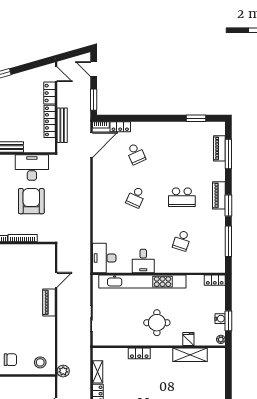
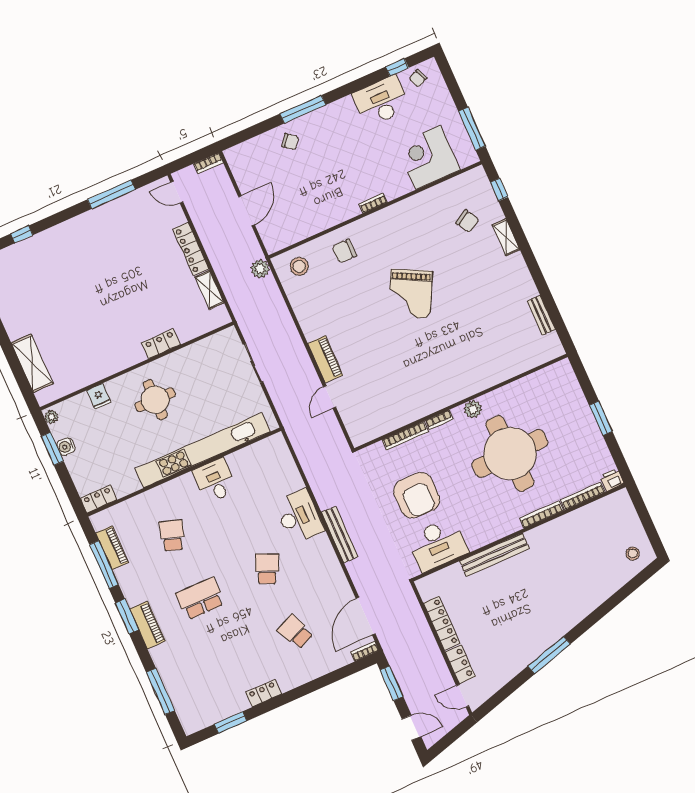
bench: (62, 125) -> (340, 535), moved
locker: (120, 127) -> (264, 693), moved
piano: (219, 148) -> (112, 548), moved
desk: (104, 258) -> (299, 517), moved
shelving: (190, 355) -> (32, 363), moved, turned 90

